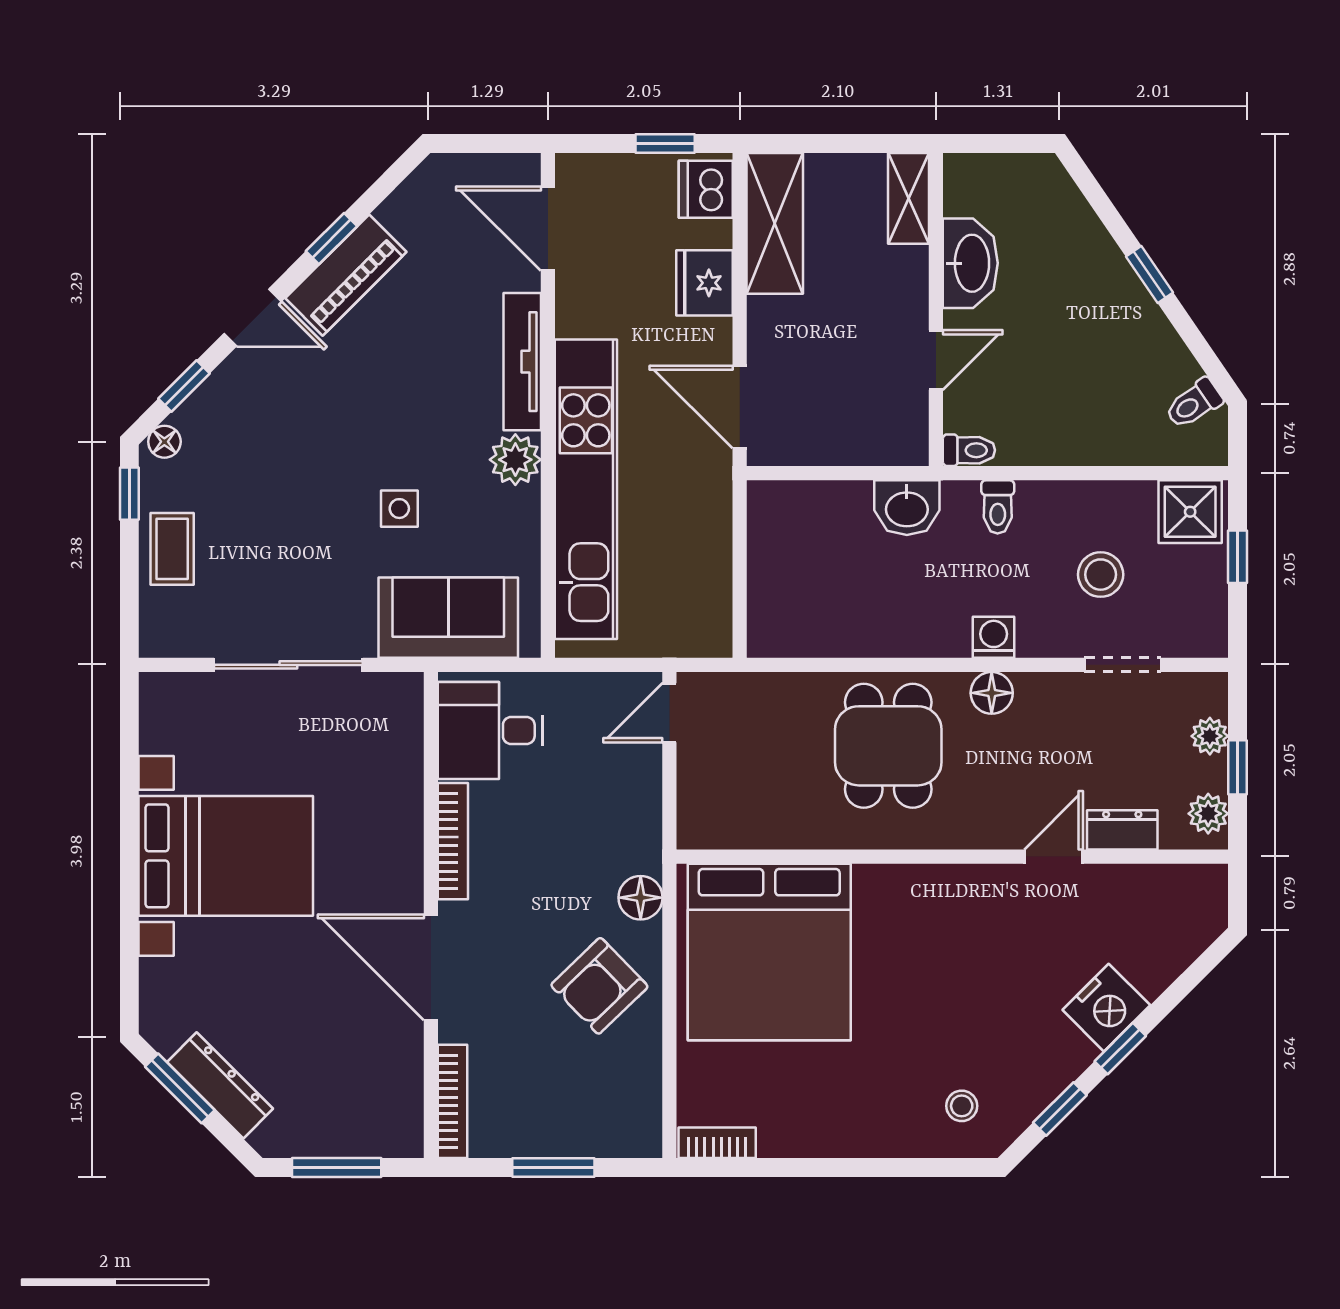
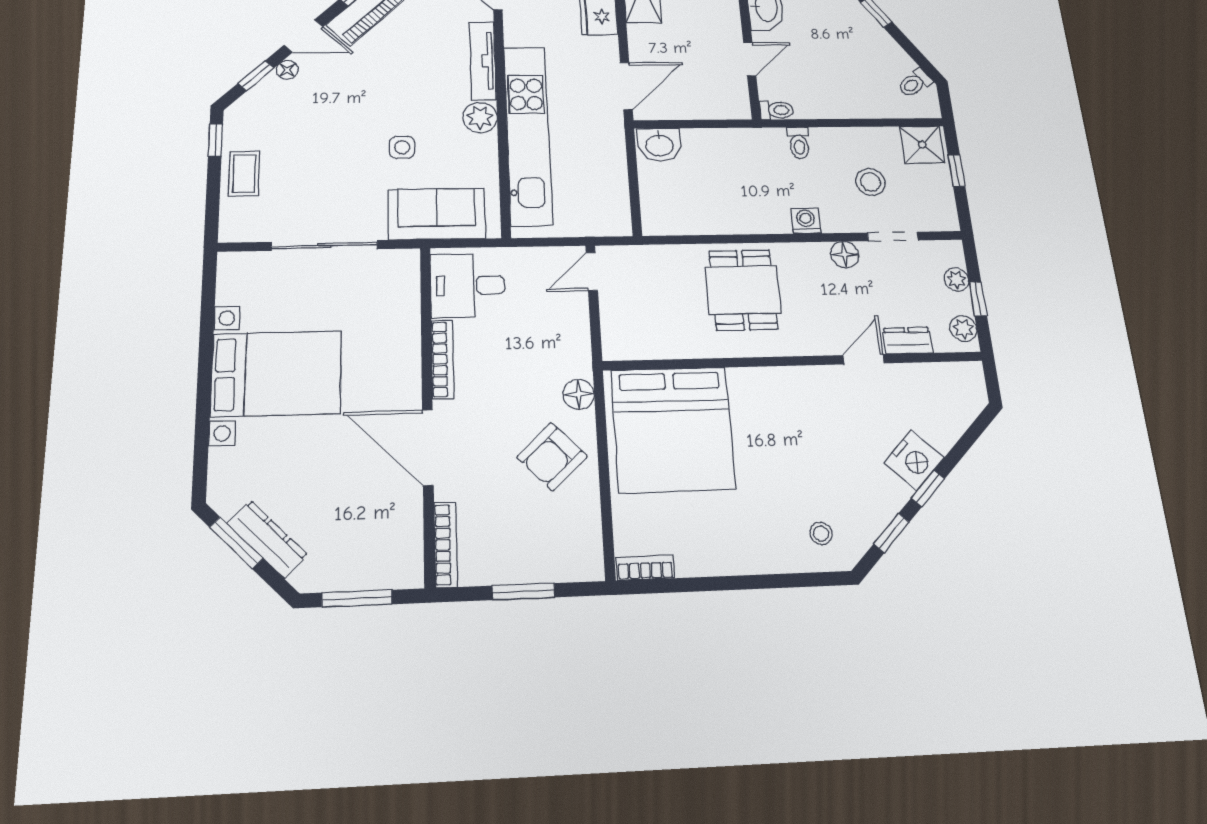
door: (740, 407) -> (626, 86), swing flipped
floor lamp: (164, 442) -> (287, 70), moved
washbasin: (907, 508) -> (659, 145), moved
floor lamp: (992, 693) -> (845, 255), moved

